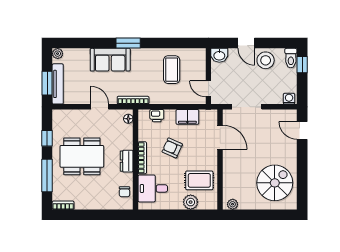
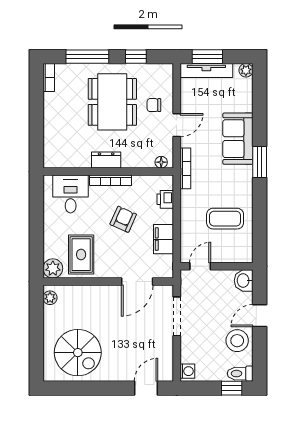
chair: (124, 192) -> (154, 105), moved
plant: (191, 202) -> (53, 268), moved

